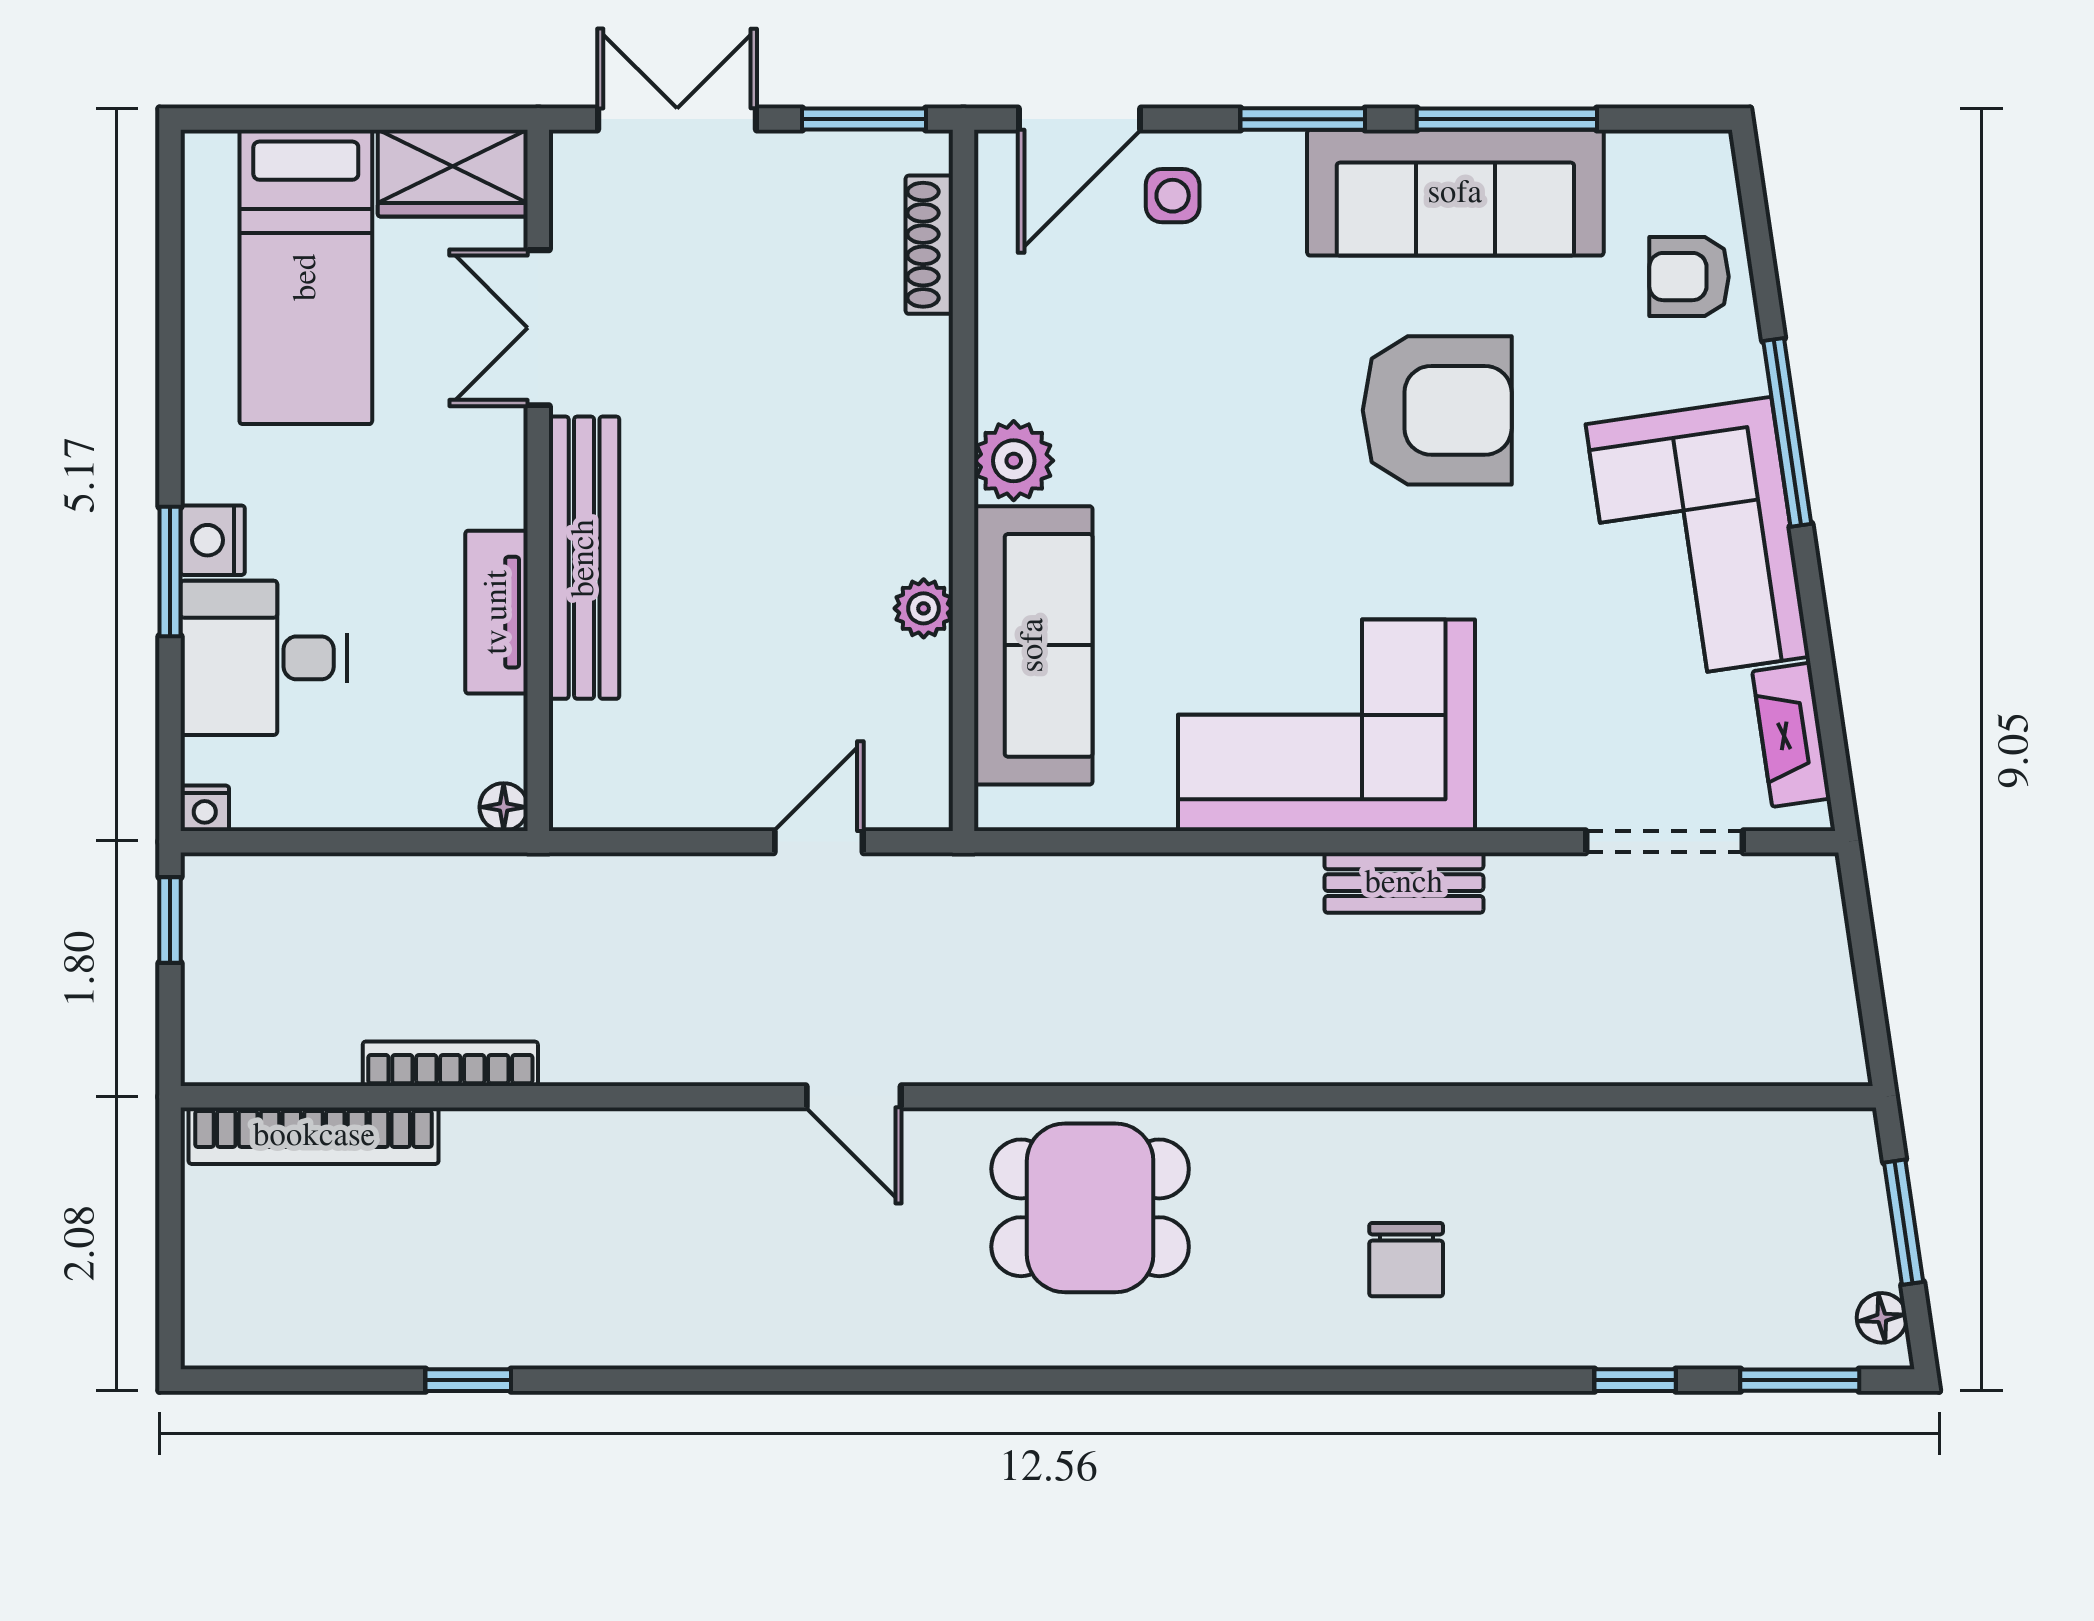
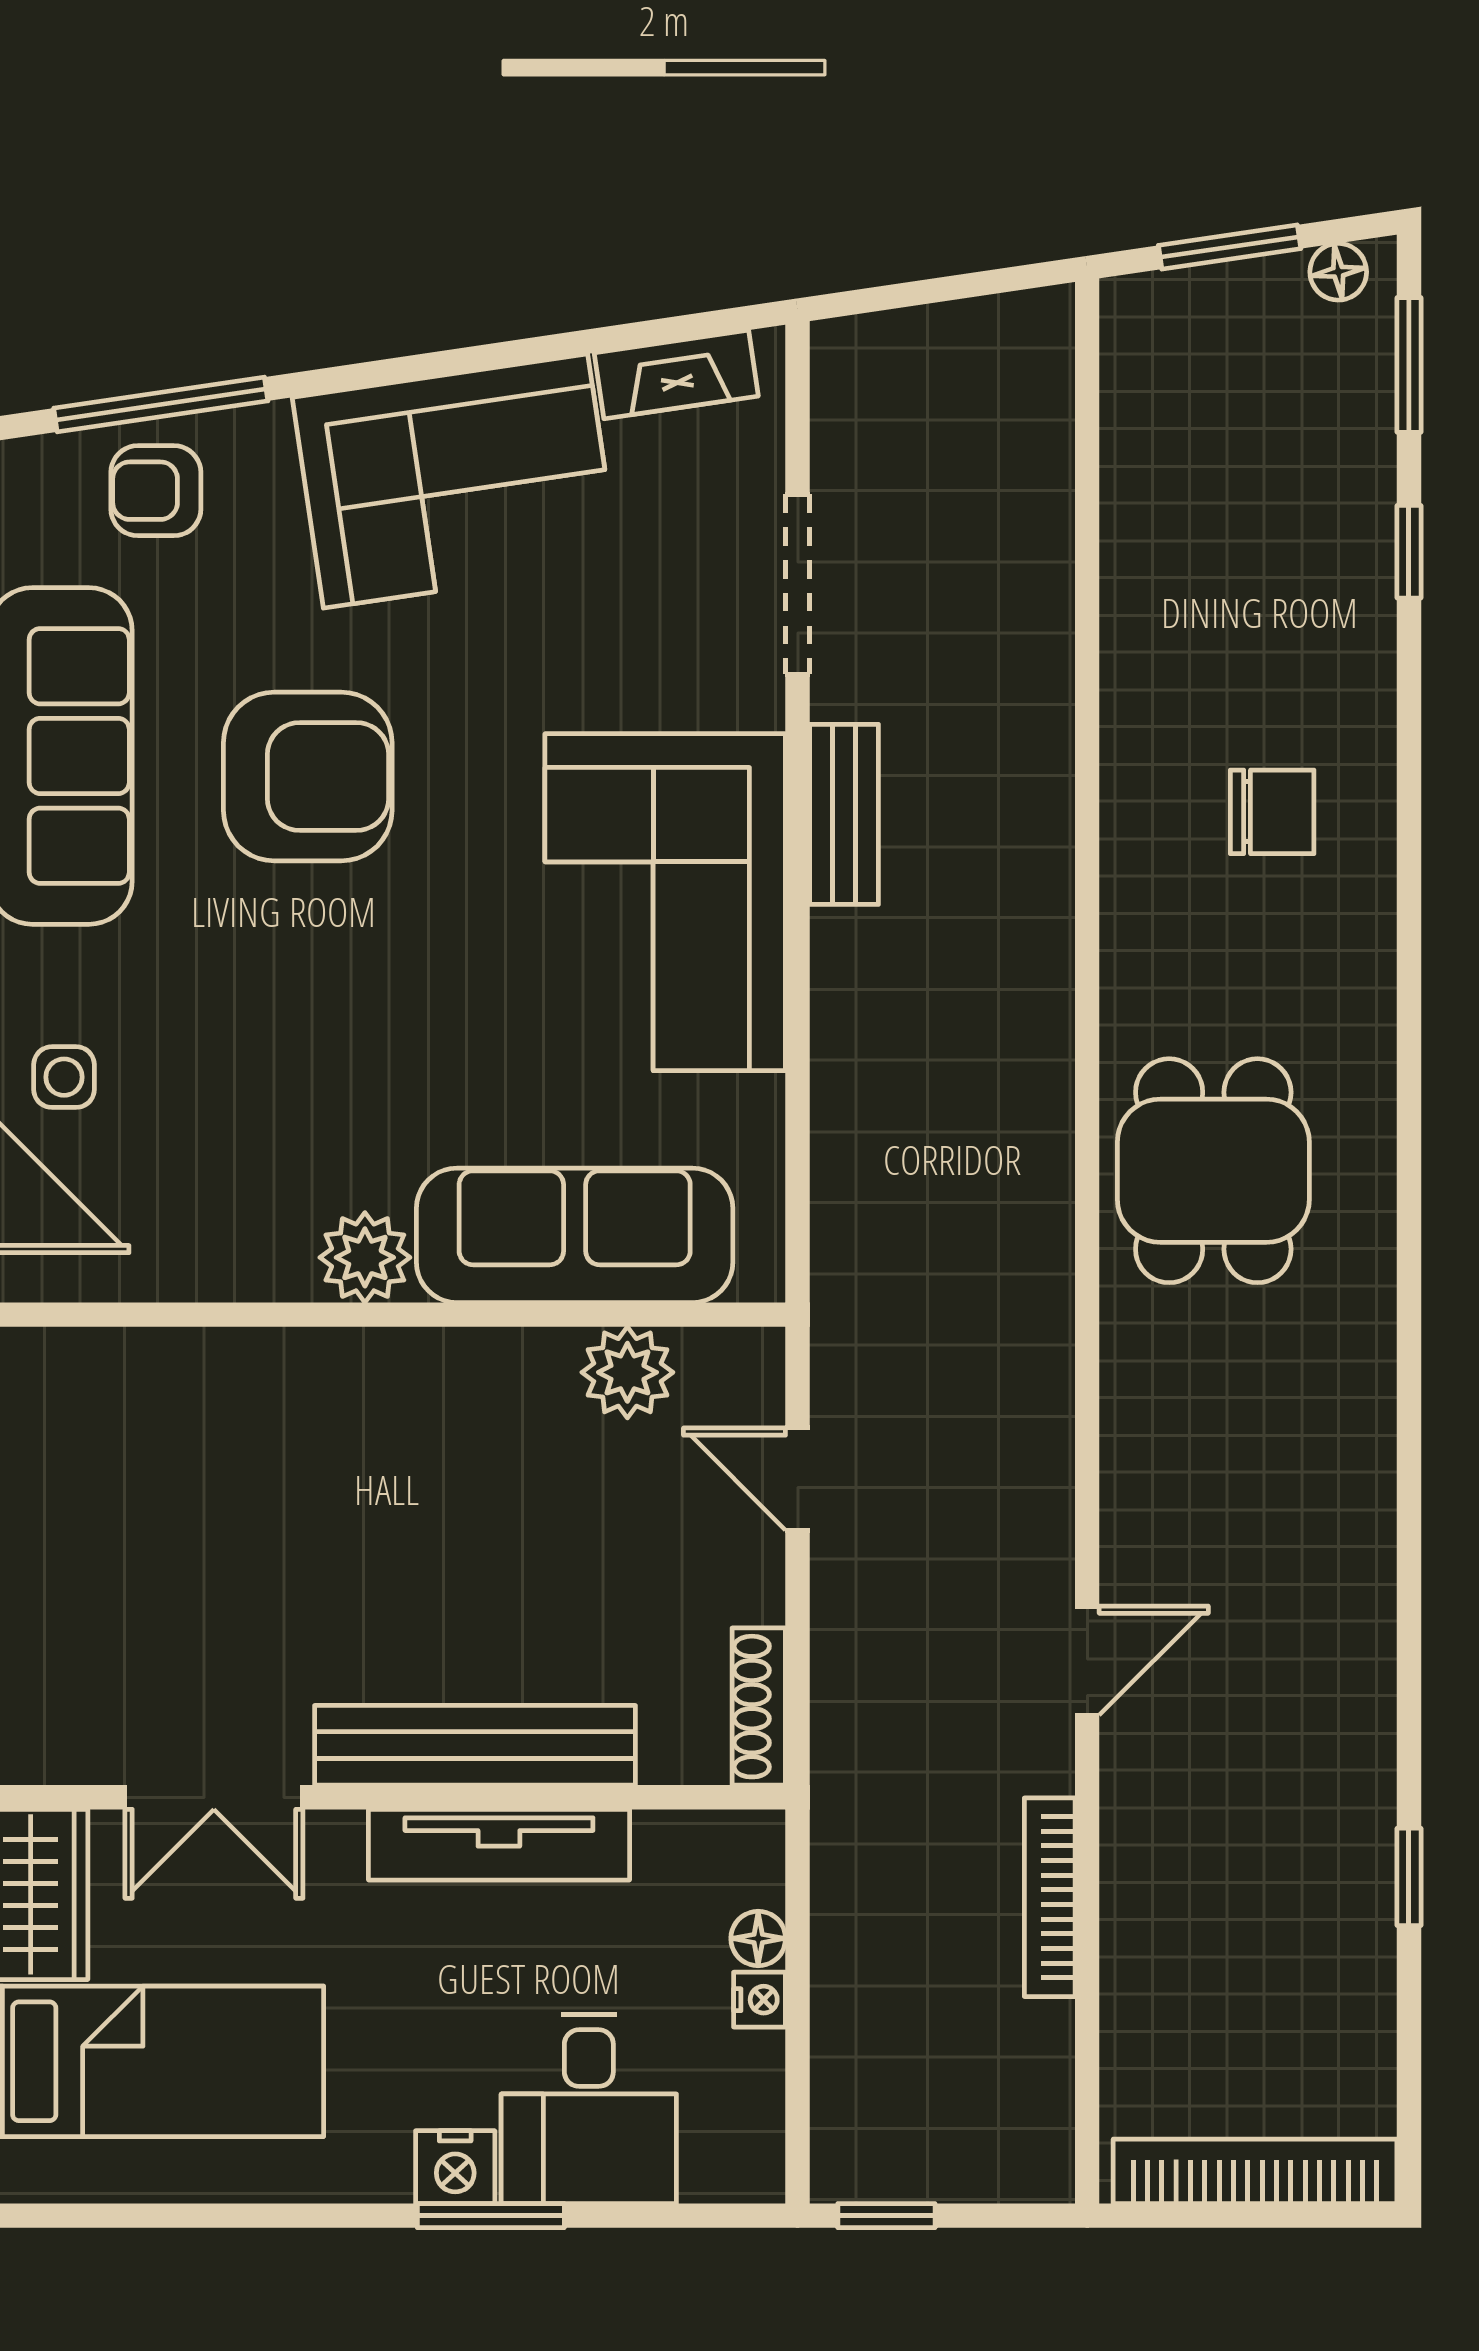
shoe rack: (929, 245) -> (759, 1707), moved, turned 90
armchair: (1689, 277) -> (156, 491), turned 90
armchair: (1437, 410) -> (308, 777), turned 90
window: (1787, 432) -> (161, 404), moved
plant: (924, 608) -> (627, 1372), moved, width x1.38, depth x1.38
tv unit: (497, 612) -> (499, 1845), width x1.41
floor lamp: (504, 807) -> (758, 1938), moved
nightstand: (205, 808) -> (760, 2000), moved
doorway: (1665, 842) -> (798, 584), moved
door: (854, 1097) -> (1087, 1661), moved
bookcase: (314, 1136) -> (1255, 2171), moved, turned -90

